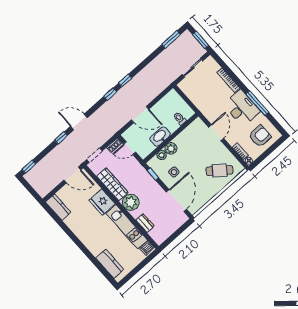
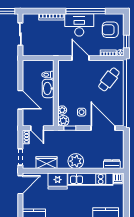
window: (257, 103) -> (86, 11), width x1.46
door: (140, 114) -> (20, 100), hinge flipped
washbasin: (160, 136) -> (48, 88), moved
armchair: (260, 136) -> (110, 30), turned -90
door: (130, 148) -> (37, 128), hinge flipped
plant: (171, 148) -> (63, 121), moved
window: (262, 157) -> (126, 41), added
wardrobe: (112, 184) -> (47, 163), width x0.67
dresser: (145, 223) -> (112, 164), moved

